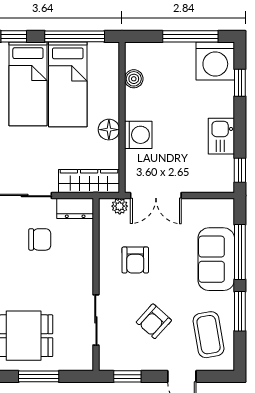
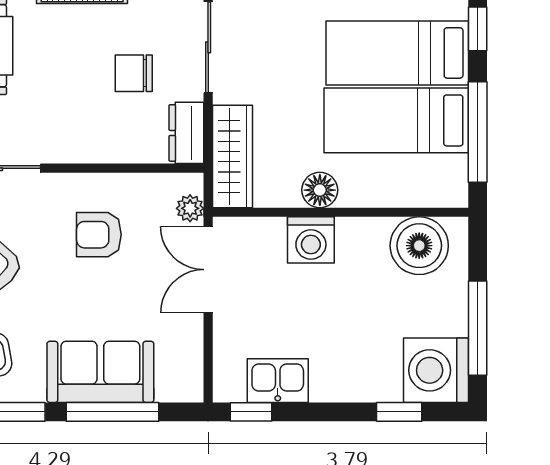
boiler: (134, 79) -> (419, 246), width x1.86, depth x1.86
kitchen sink: (221, 136) -> (278, 381), moved
chair: (40, 239) -> (134, 73), turned 90

